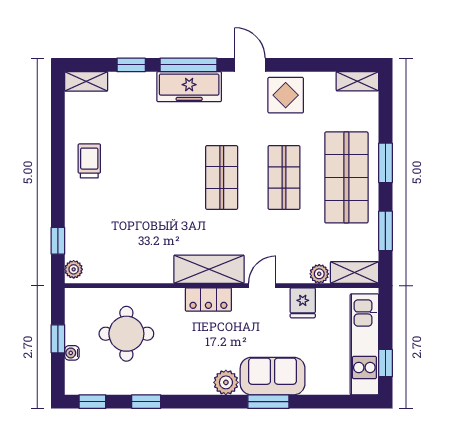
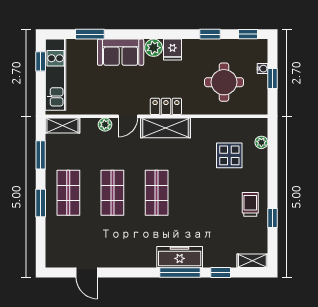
door: (250, 65) -> (87, 272), moved
shelving: (357, 81) -> (60, 261), removed
display table: (286, 95) -> (229, 155), moved
trolley: (89, 161) -> (250, 204), turned 180
shop shelf: (346, 177) -> (68, 193), width x0.70, depth x0.74
window: (58, 241) -> (272, 218), moved
plant: (74, 269) -> (261, 142), moved
plant: (319, 274) -> (105, 125), moved
fridge: (303, 303) -> (172, 50), moved, turned 180
window: (268, 402) -> (90, 34), moved

